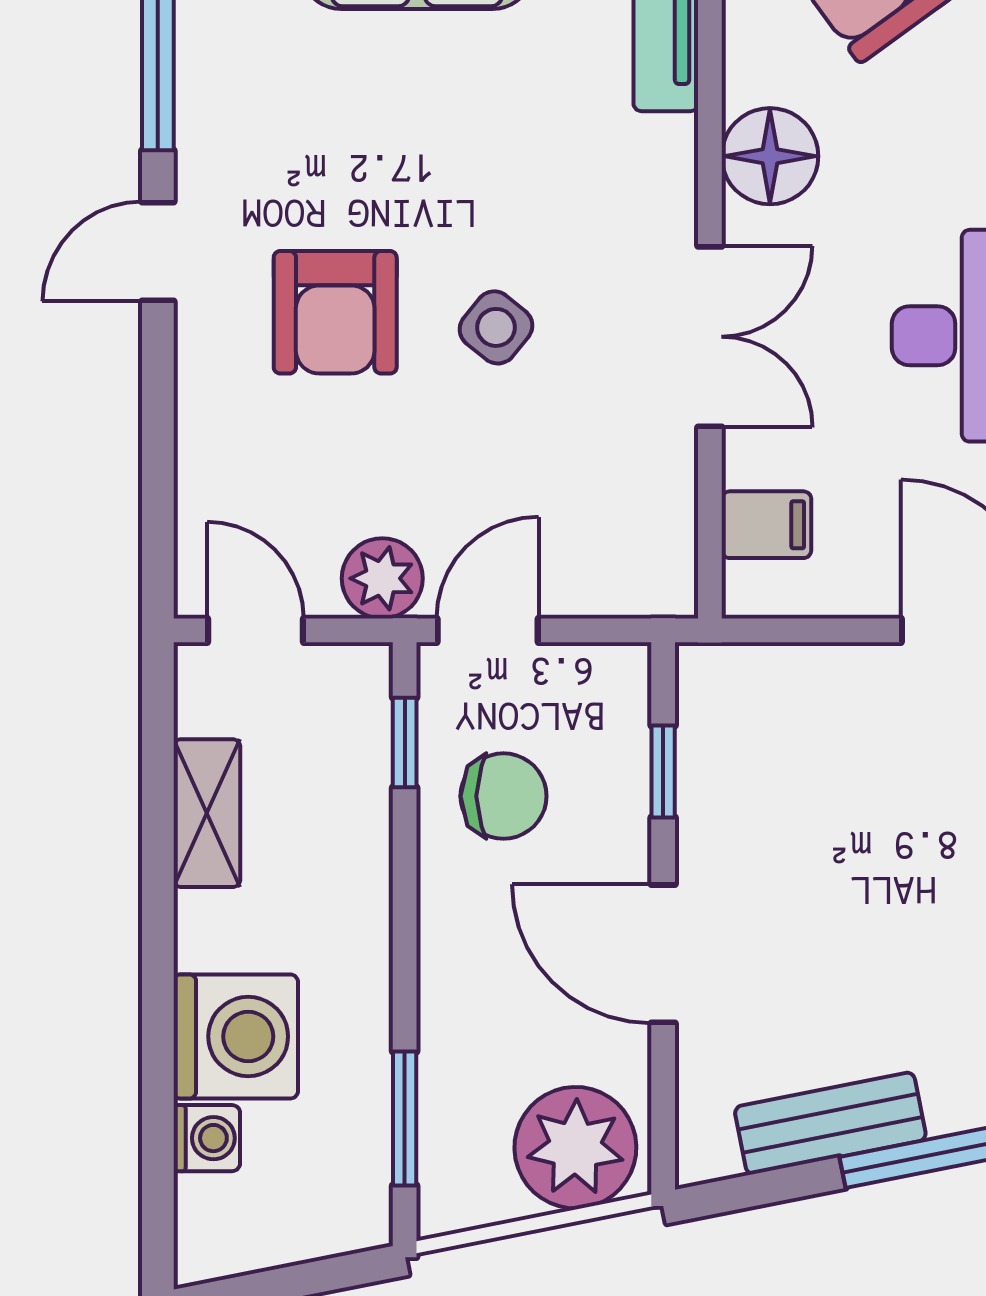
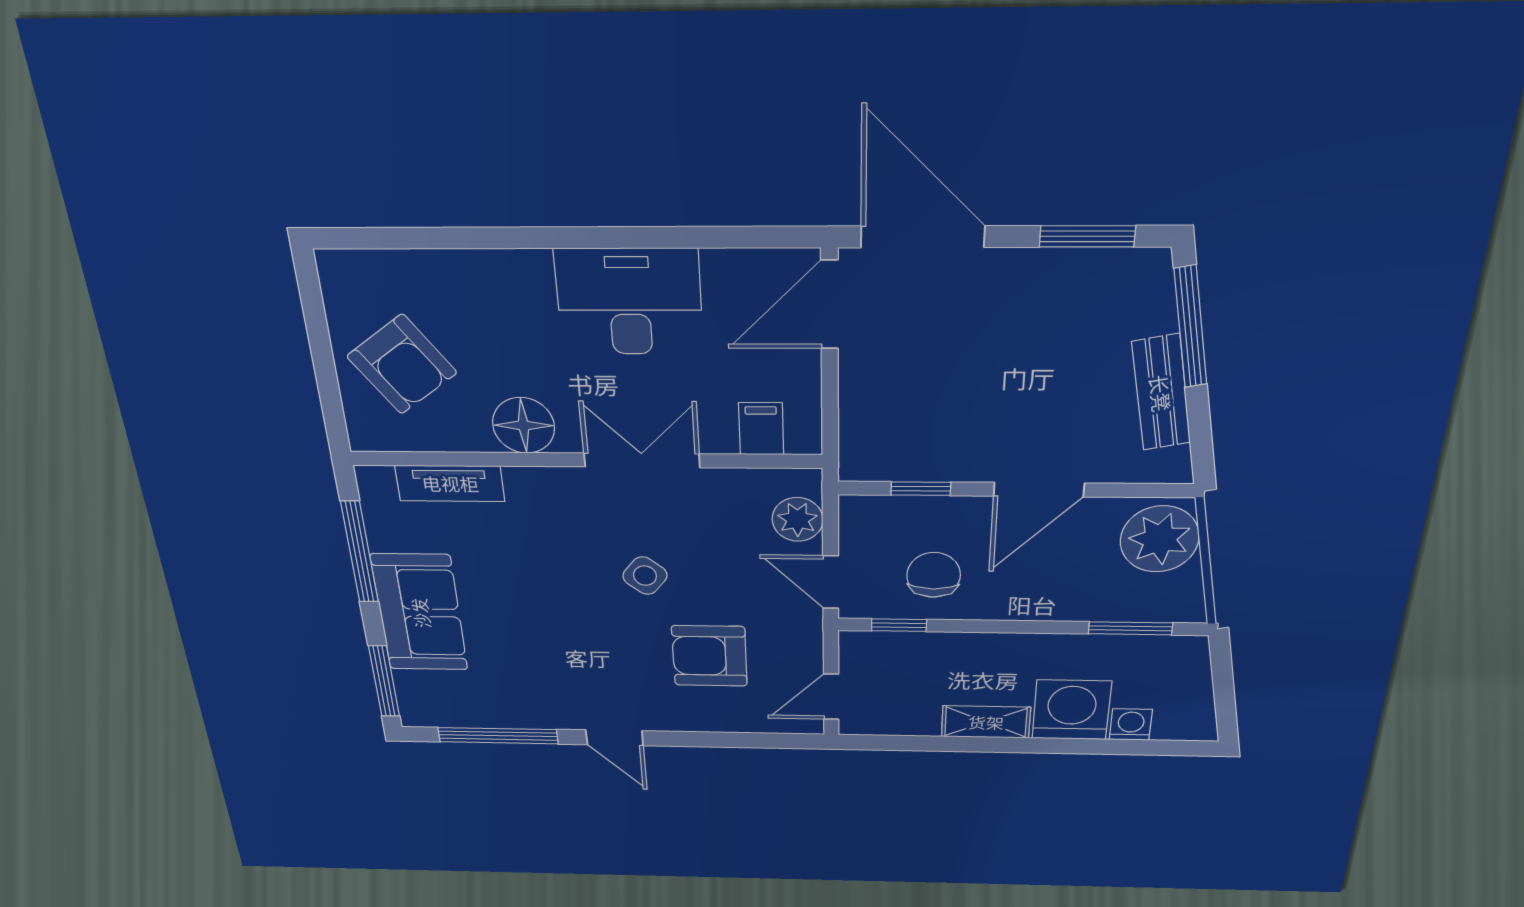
armchair: (335, 312) -> (709, 656), moved, turned 180
plant: (382, 578) -> (798, 519), moved
shelving: (207, 813) -> (986, 722), moved

